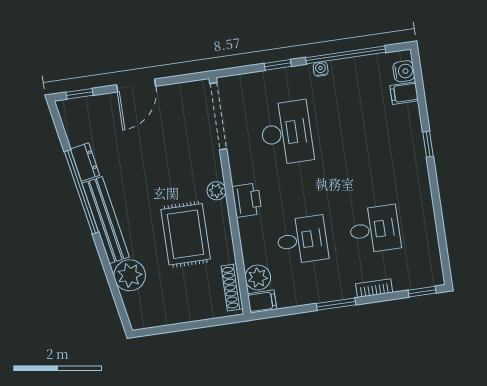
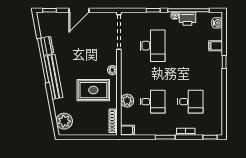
filing cabinet: (404, 93) -> (216, 46), moved
printer: (247, 200) -> (187, 19), moved, turned 90
rug: (186, 234) -> (93, 90), turned 90
plant: (130, 275) -> (64, 121), moved
plant: (258, 278) -> (127, 101), moved

